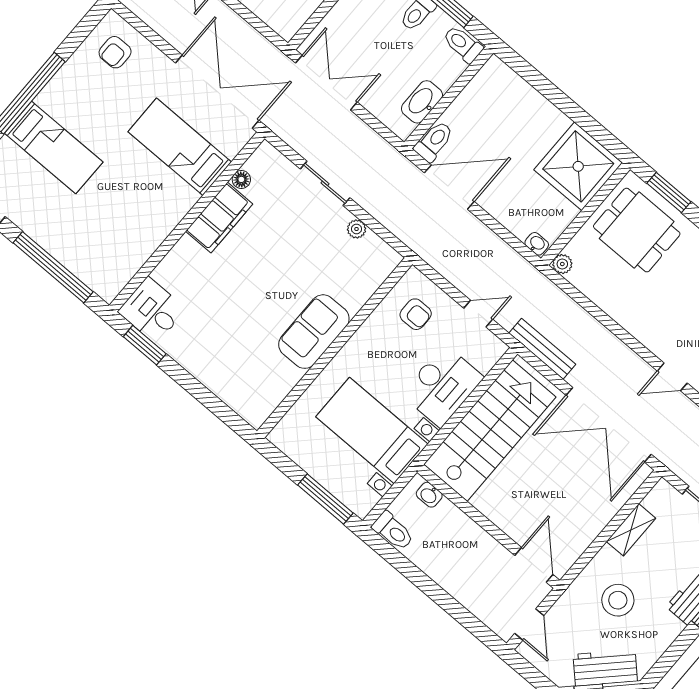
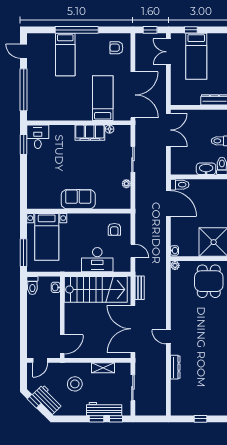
washbasin: (422, 102) -> (206, 169), moved
bench: (542, 349) -> (140, 288), width x0.73
bed with nightstands: (372, 430) -> (47, 237), moved, turned 180

